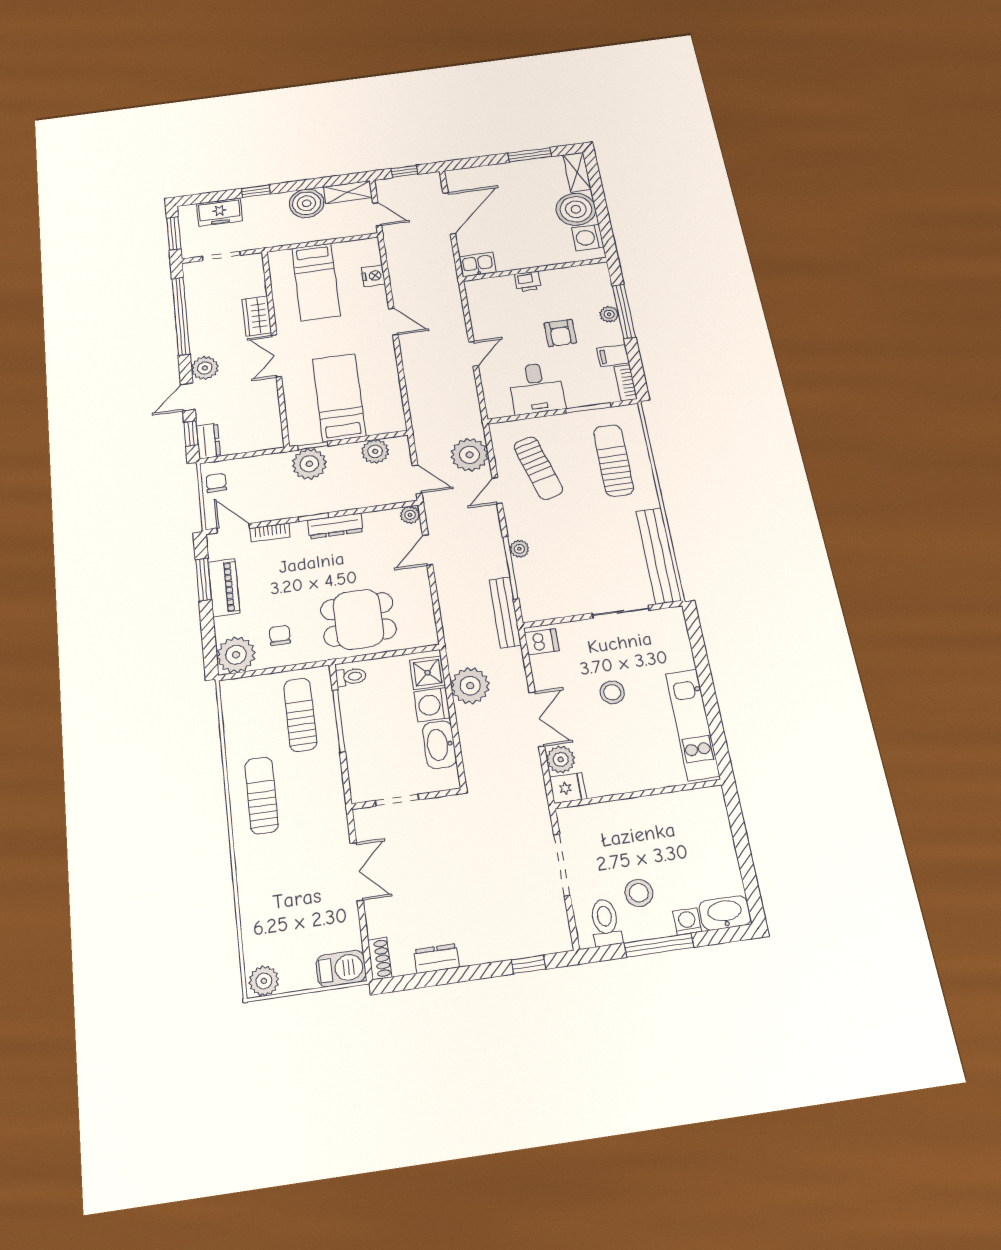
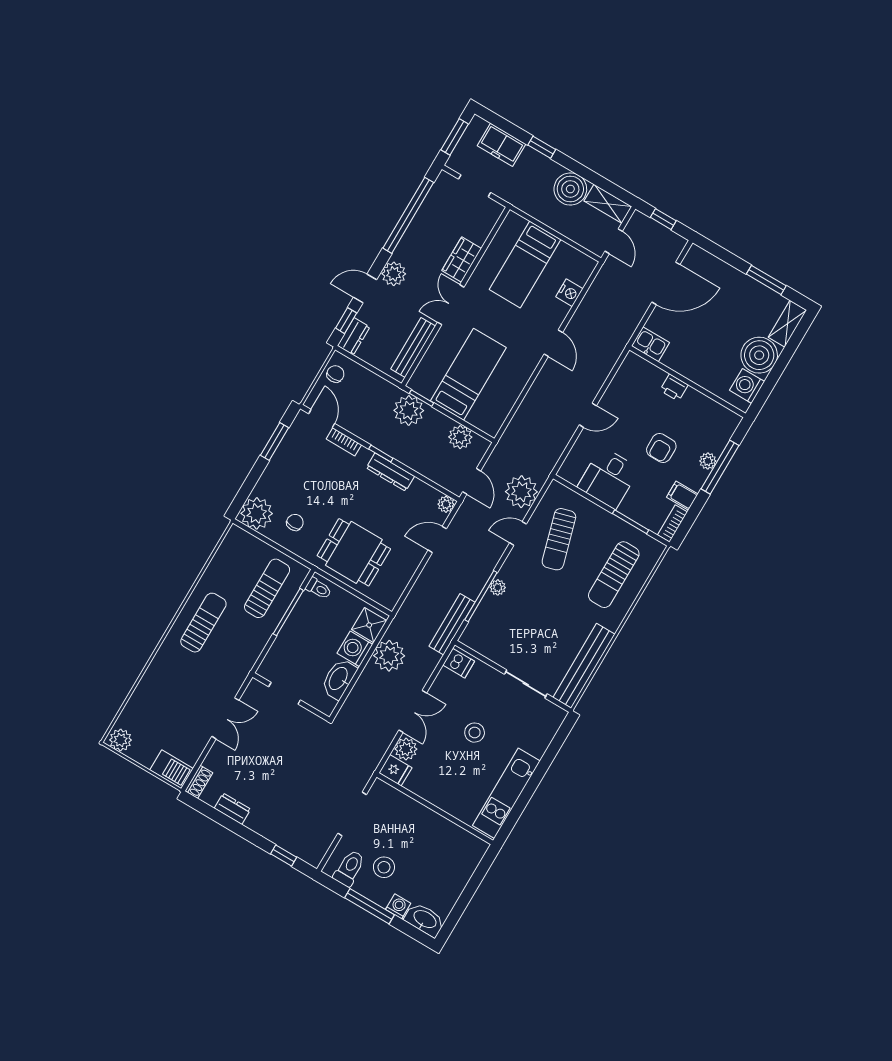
bench: (271, 412) -> (413, 348), added
sun lounger: (614, 460) -> (614, 575), turned 180
piano: (224, 588) -> (284, 458), removed

